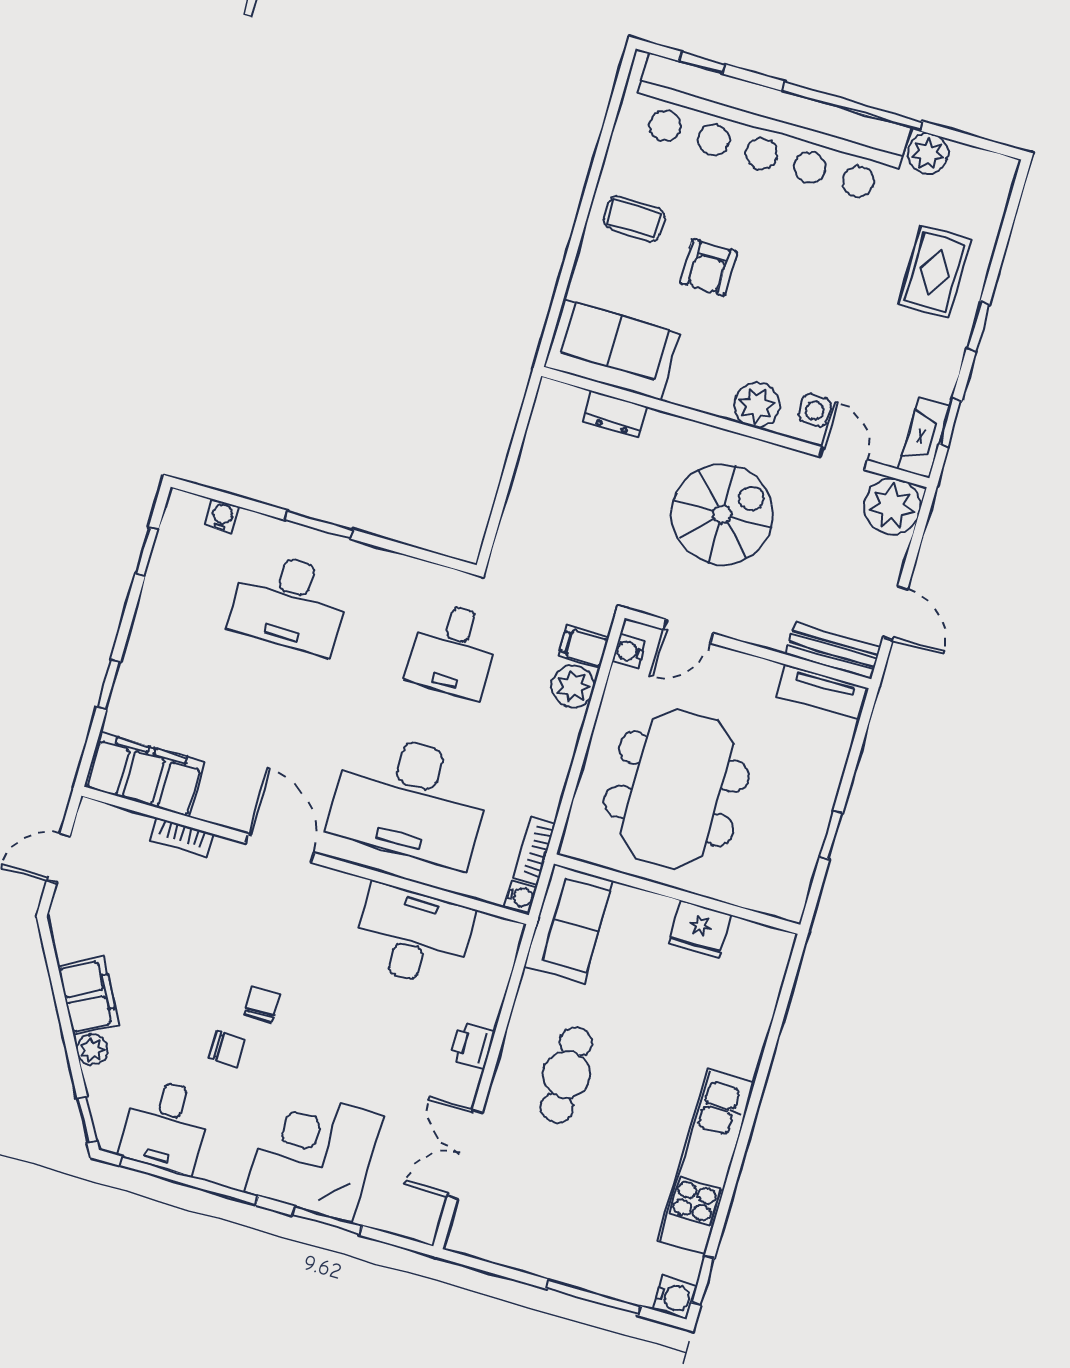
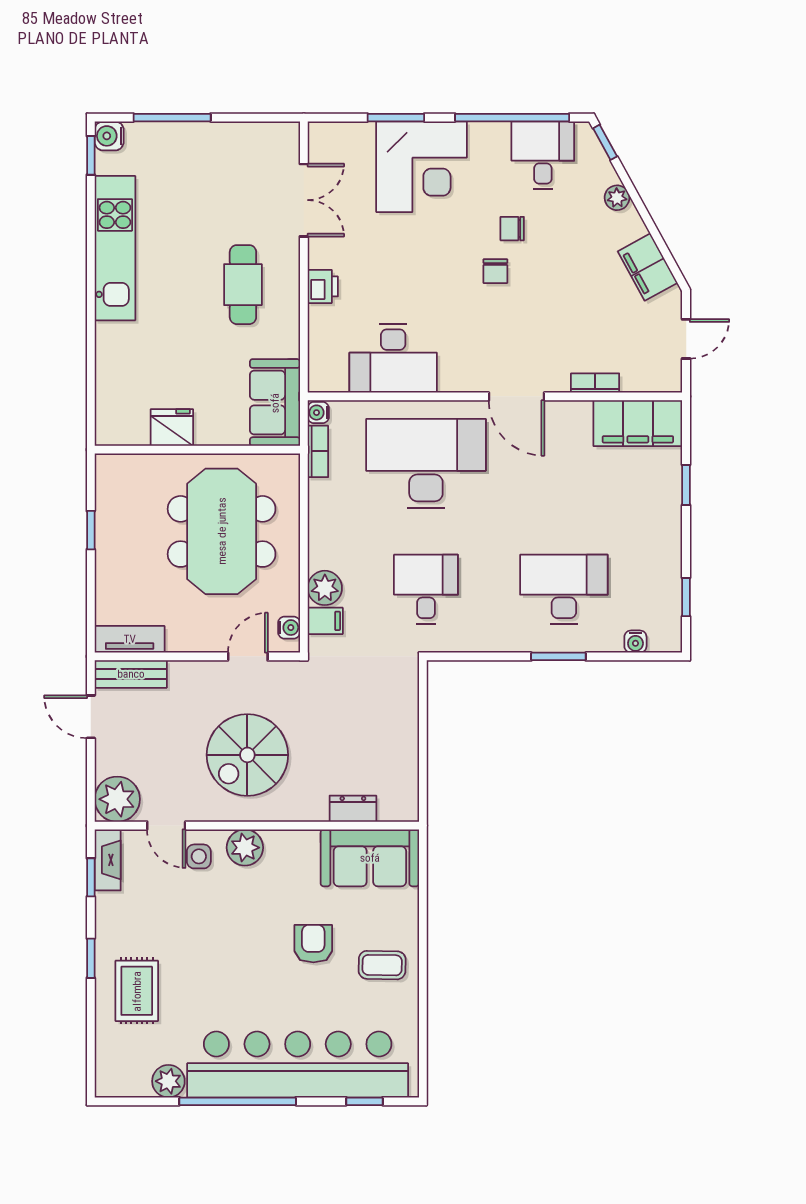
filing cabinet: (88, 996) -> (648, 267), moved

